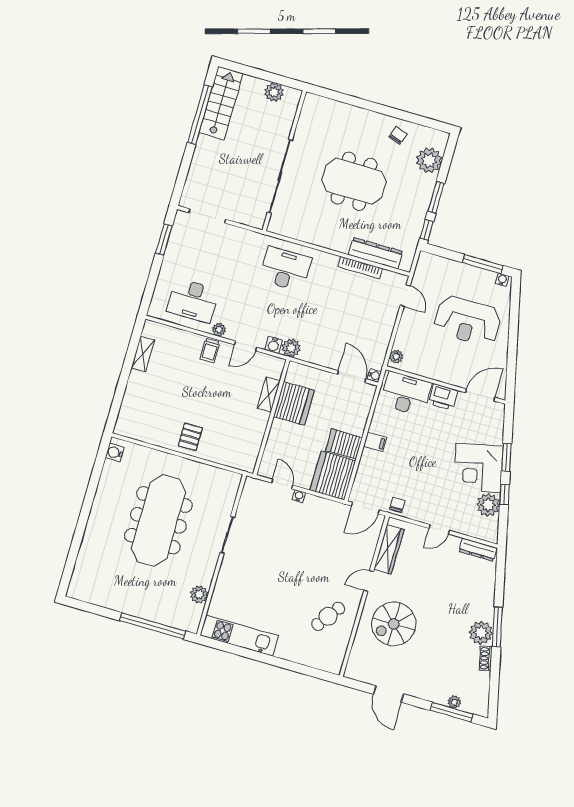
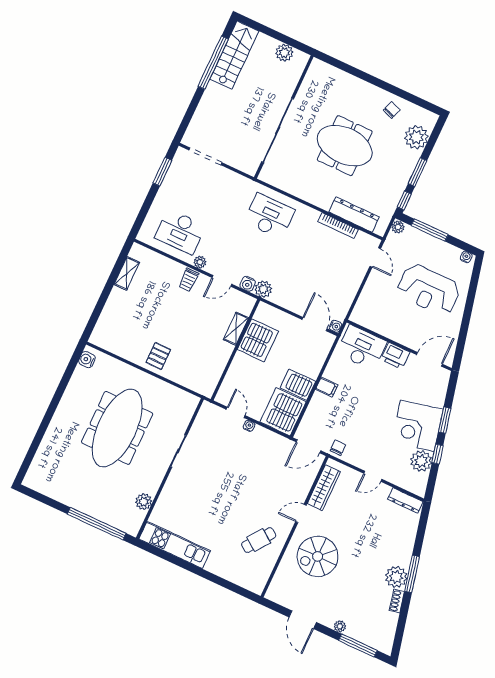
window: (483, 264) -> (430, 230), moved
plant: (396, 357) -> (398, 227), moved
plant: (454, 702) -> (340, 626), moved

